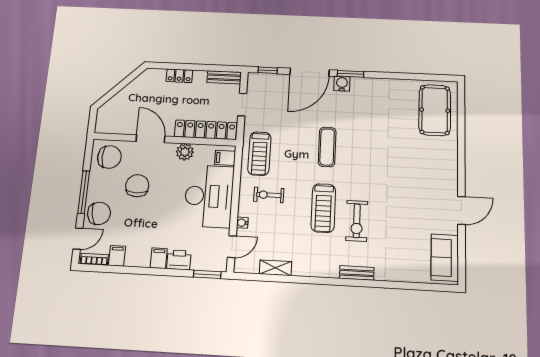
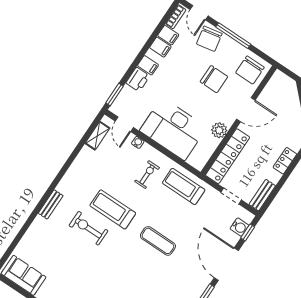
water cooler: (342, 84) -> (239, 227), moved
filing cabinet: (225, 158) -> (160, 47), moved, turned 90
shelving: (275, 268) -> (97, 136), moved

